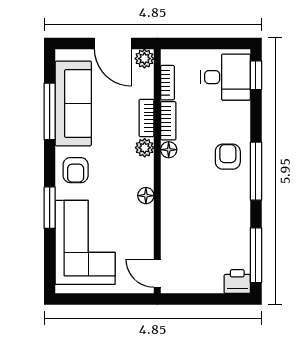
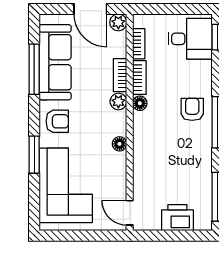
armchair: (76, 170) -> (57, 121), turned -90
printer: (237, 282) -> (177, 218), moved, width x1.36, depth x1.24

